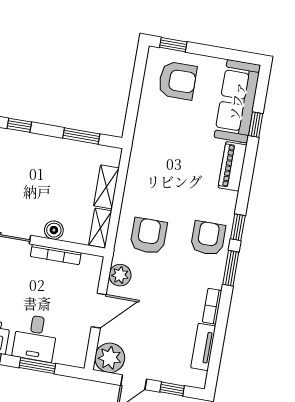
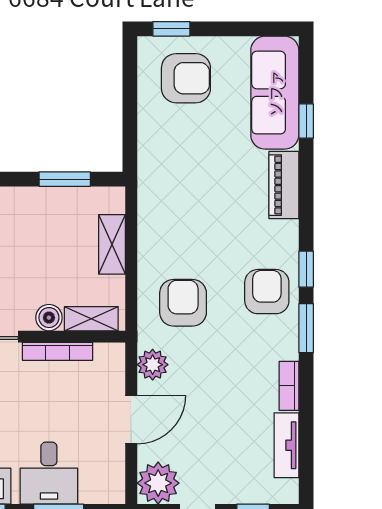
shelving: (100, 228) -> (91, 319), moved, turned 90

